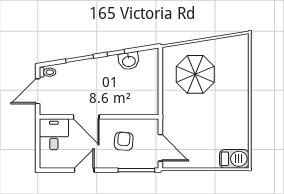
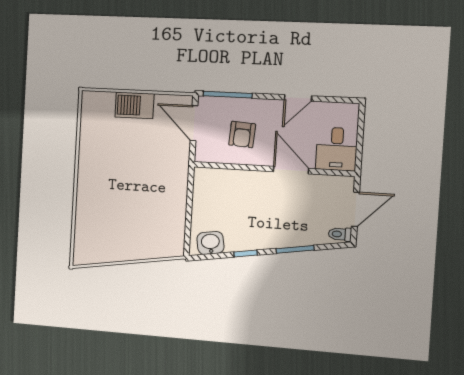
washbasin: (129, 61) -> (210, 243), moved
parasol: (195, 74) -> (143, 217), removed
barbecue: (234, 159) -> (134, 105), moved

